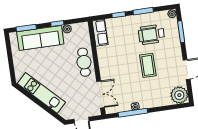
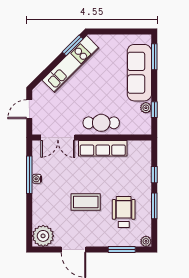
window: (57, 24) -> (154, 110), moved
row of seats: (100, 33) -> (103, 148), moved, width x1.48
window: (26, 93) -> (73, 45), added

